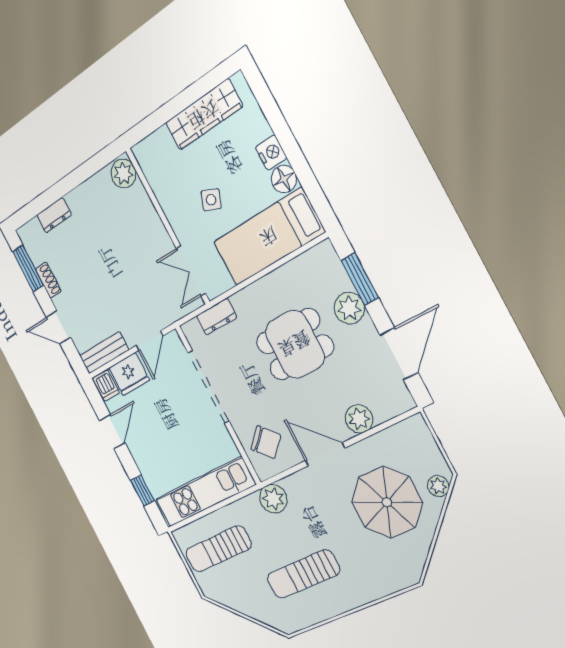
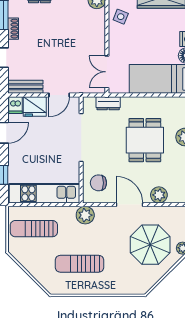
side table: (211, 200) -> (121, 17), moved
dining table: (295, 344) -> (145, 140), turned 90
chair: (266, 442) -> (98, 183), turned 134

